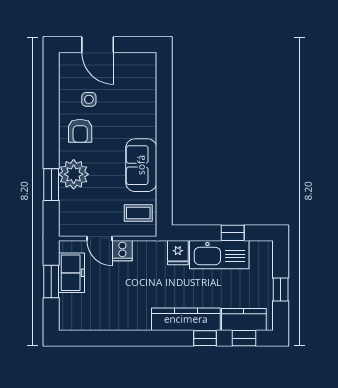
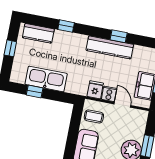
fridge: (178, 253) -> (95, 90), moved
kitchen counter: (186, 319) -> (110, 47), moved
window: (244, 338) -> (119, 36), moved

